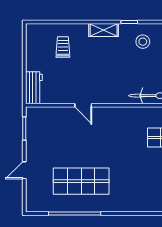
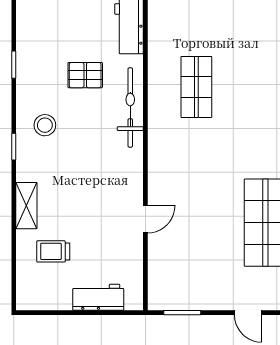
shelving: (104, 30) -> (26, 206), moved
workbench: (34, 88) -> (98, 297), moved

